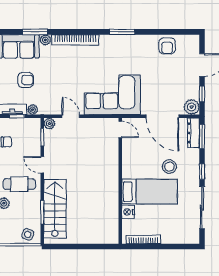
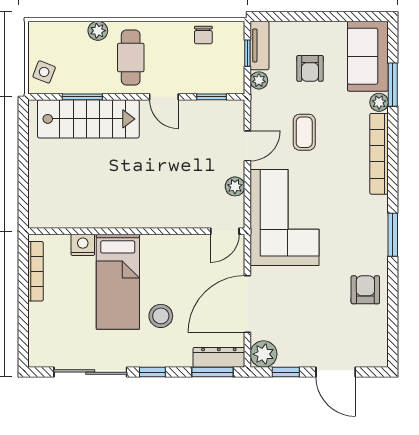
armchair: (167, 46) -> (365, 290), moved, turned 90
coffee table: (63, 83) -> (304, 132), added
plant: (49, 124) -> (235, 186), moved
door: (42, 165) -> (164, 97), swing flipped

